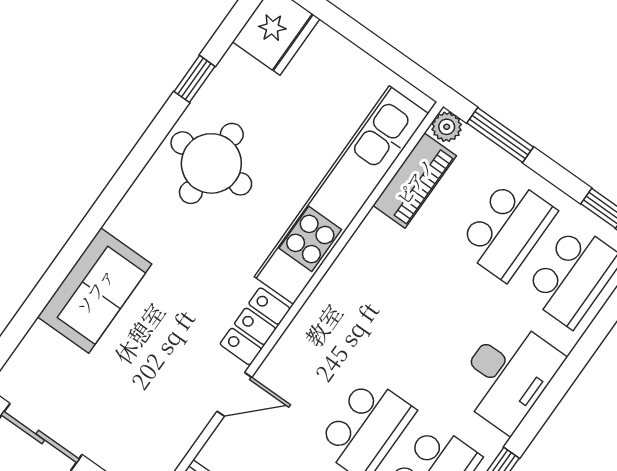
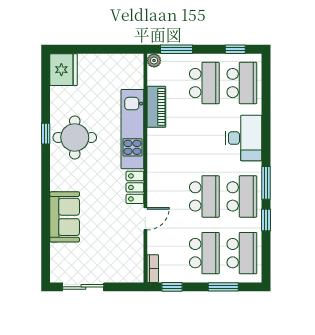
window: (194, 79) -> (46, 134), moved
piano: (415, 181) -> (156, 107), moved
kitchen unit: (341, 195) -> (132, 129), width x0.73

